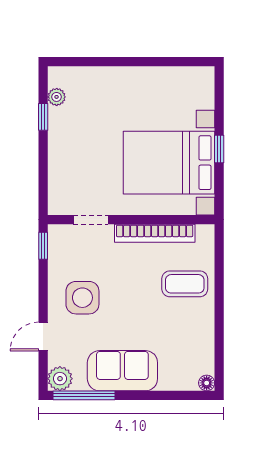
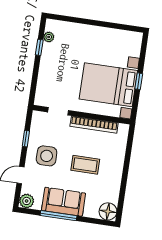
window: (43, 246) -> (26, 139), moved
coffee table: (185, 284) -> (85, 165), moved
floor lamp: (207, 383) -> (108, 211), width x1.89, depth x1.89
window: (84, 395) -> (58, 216), moved

